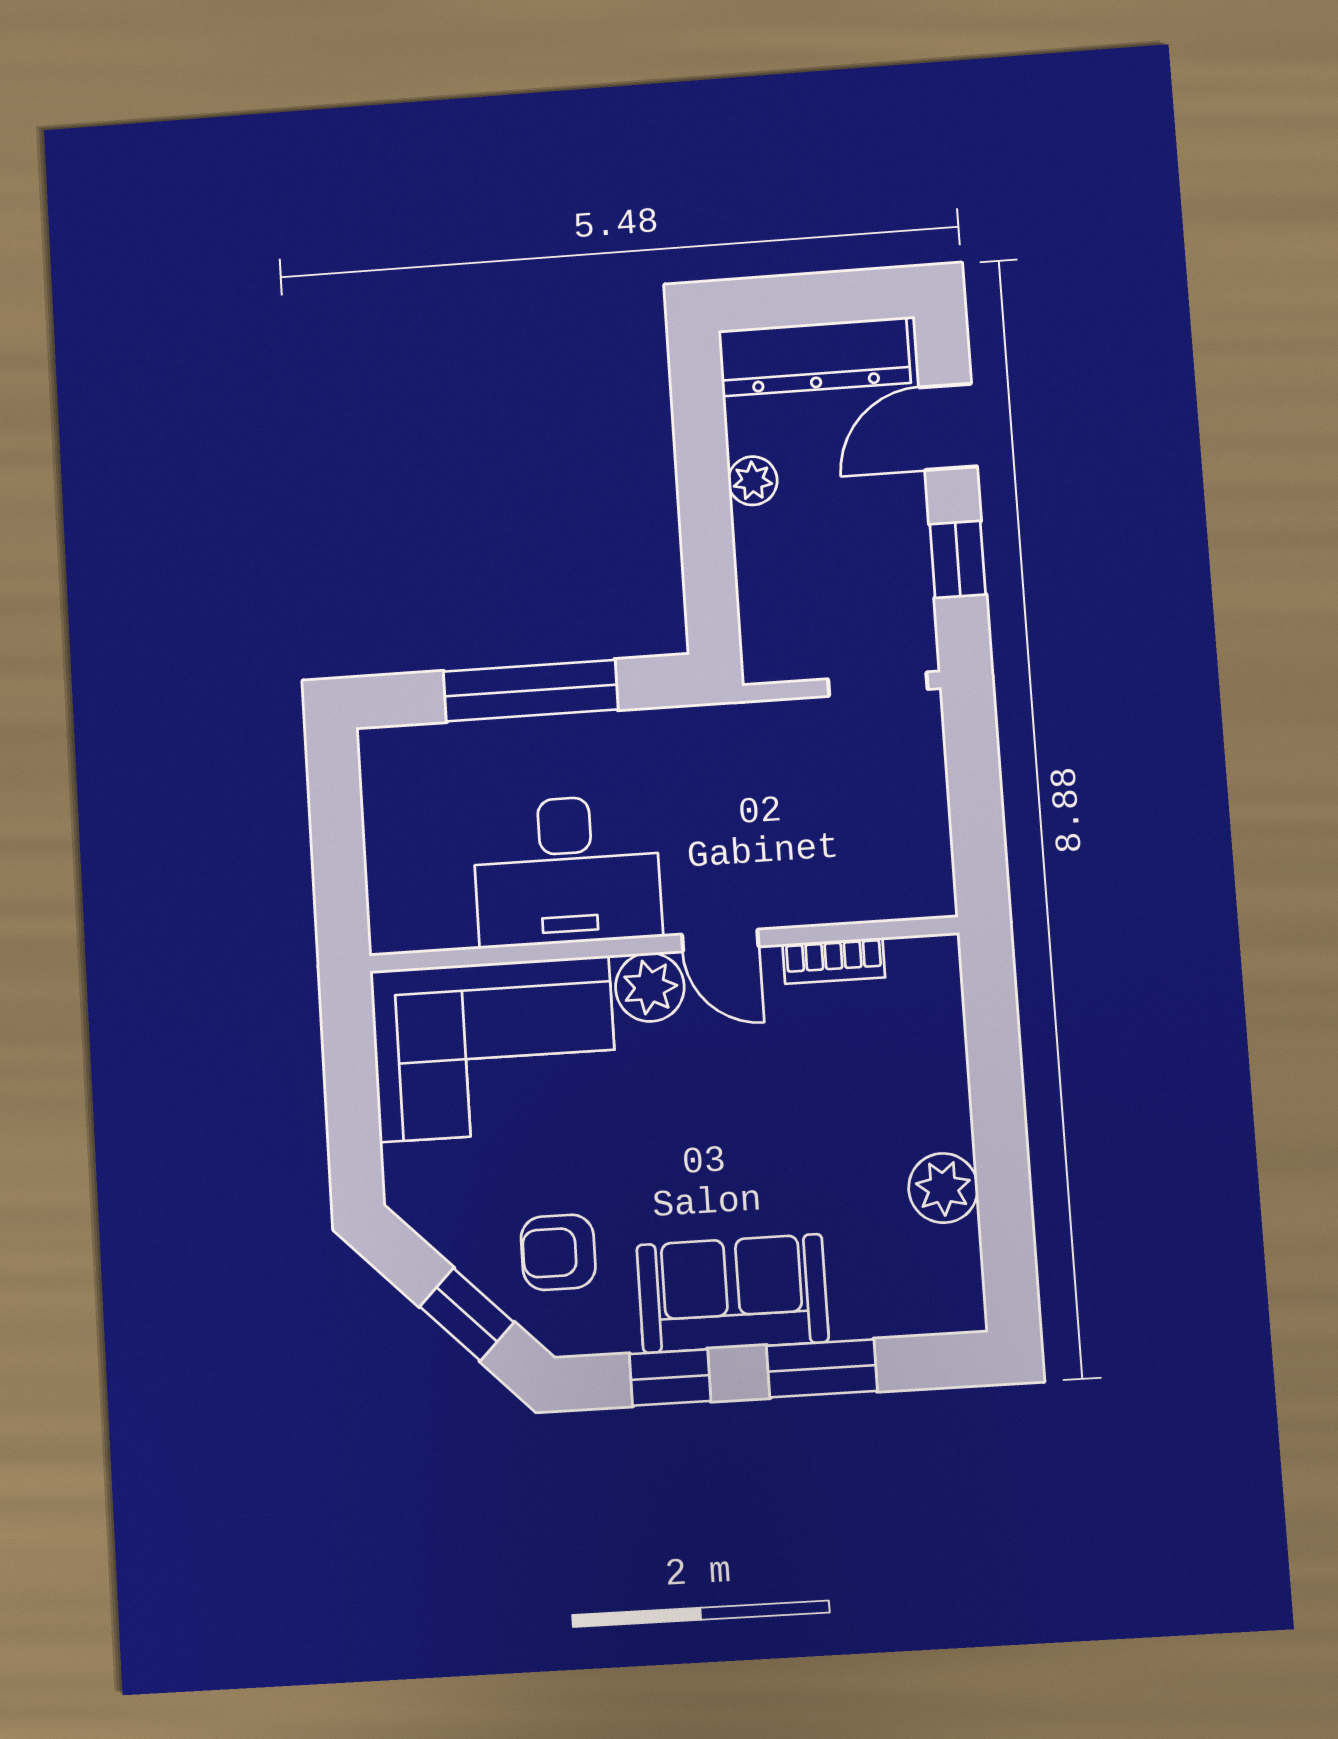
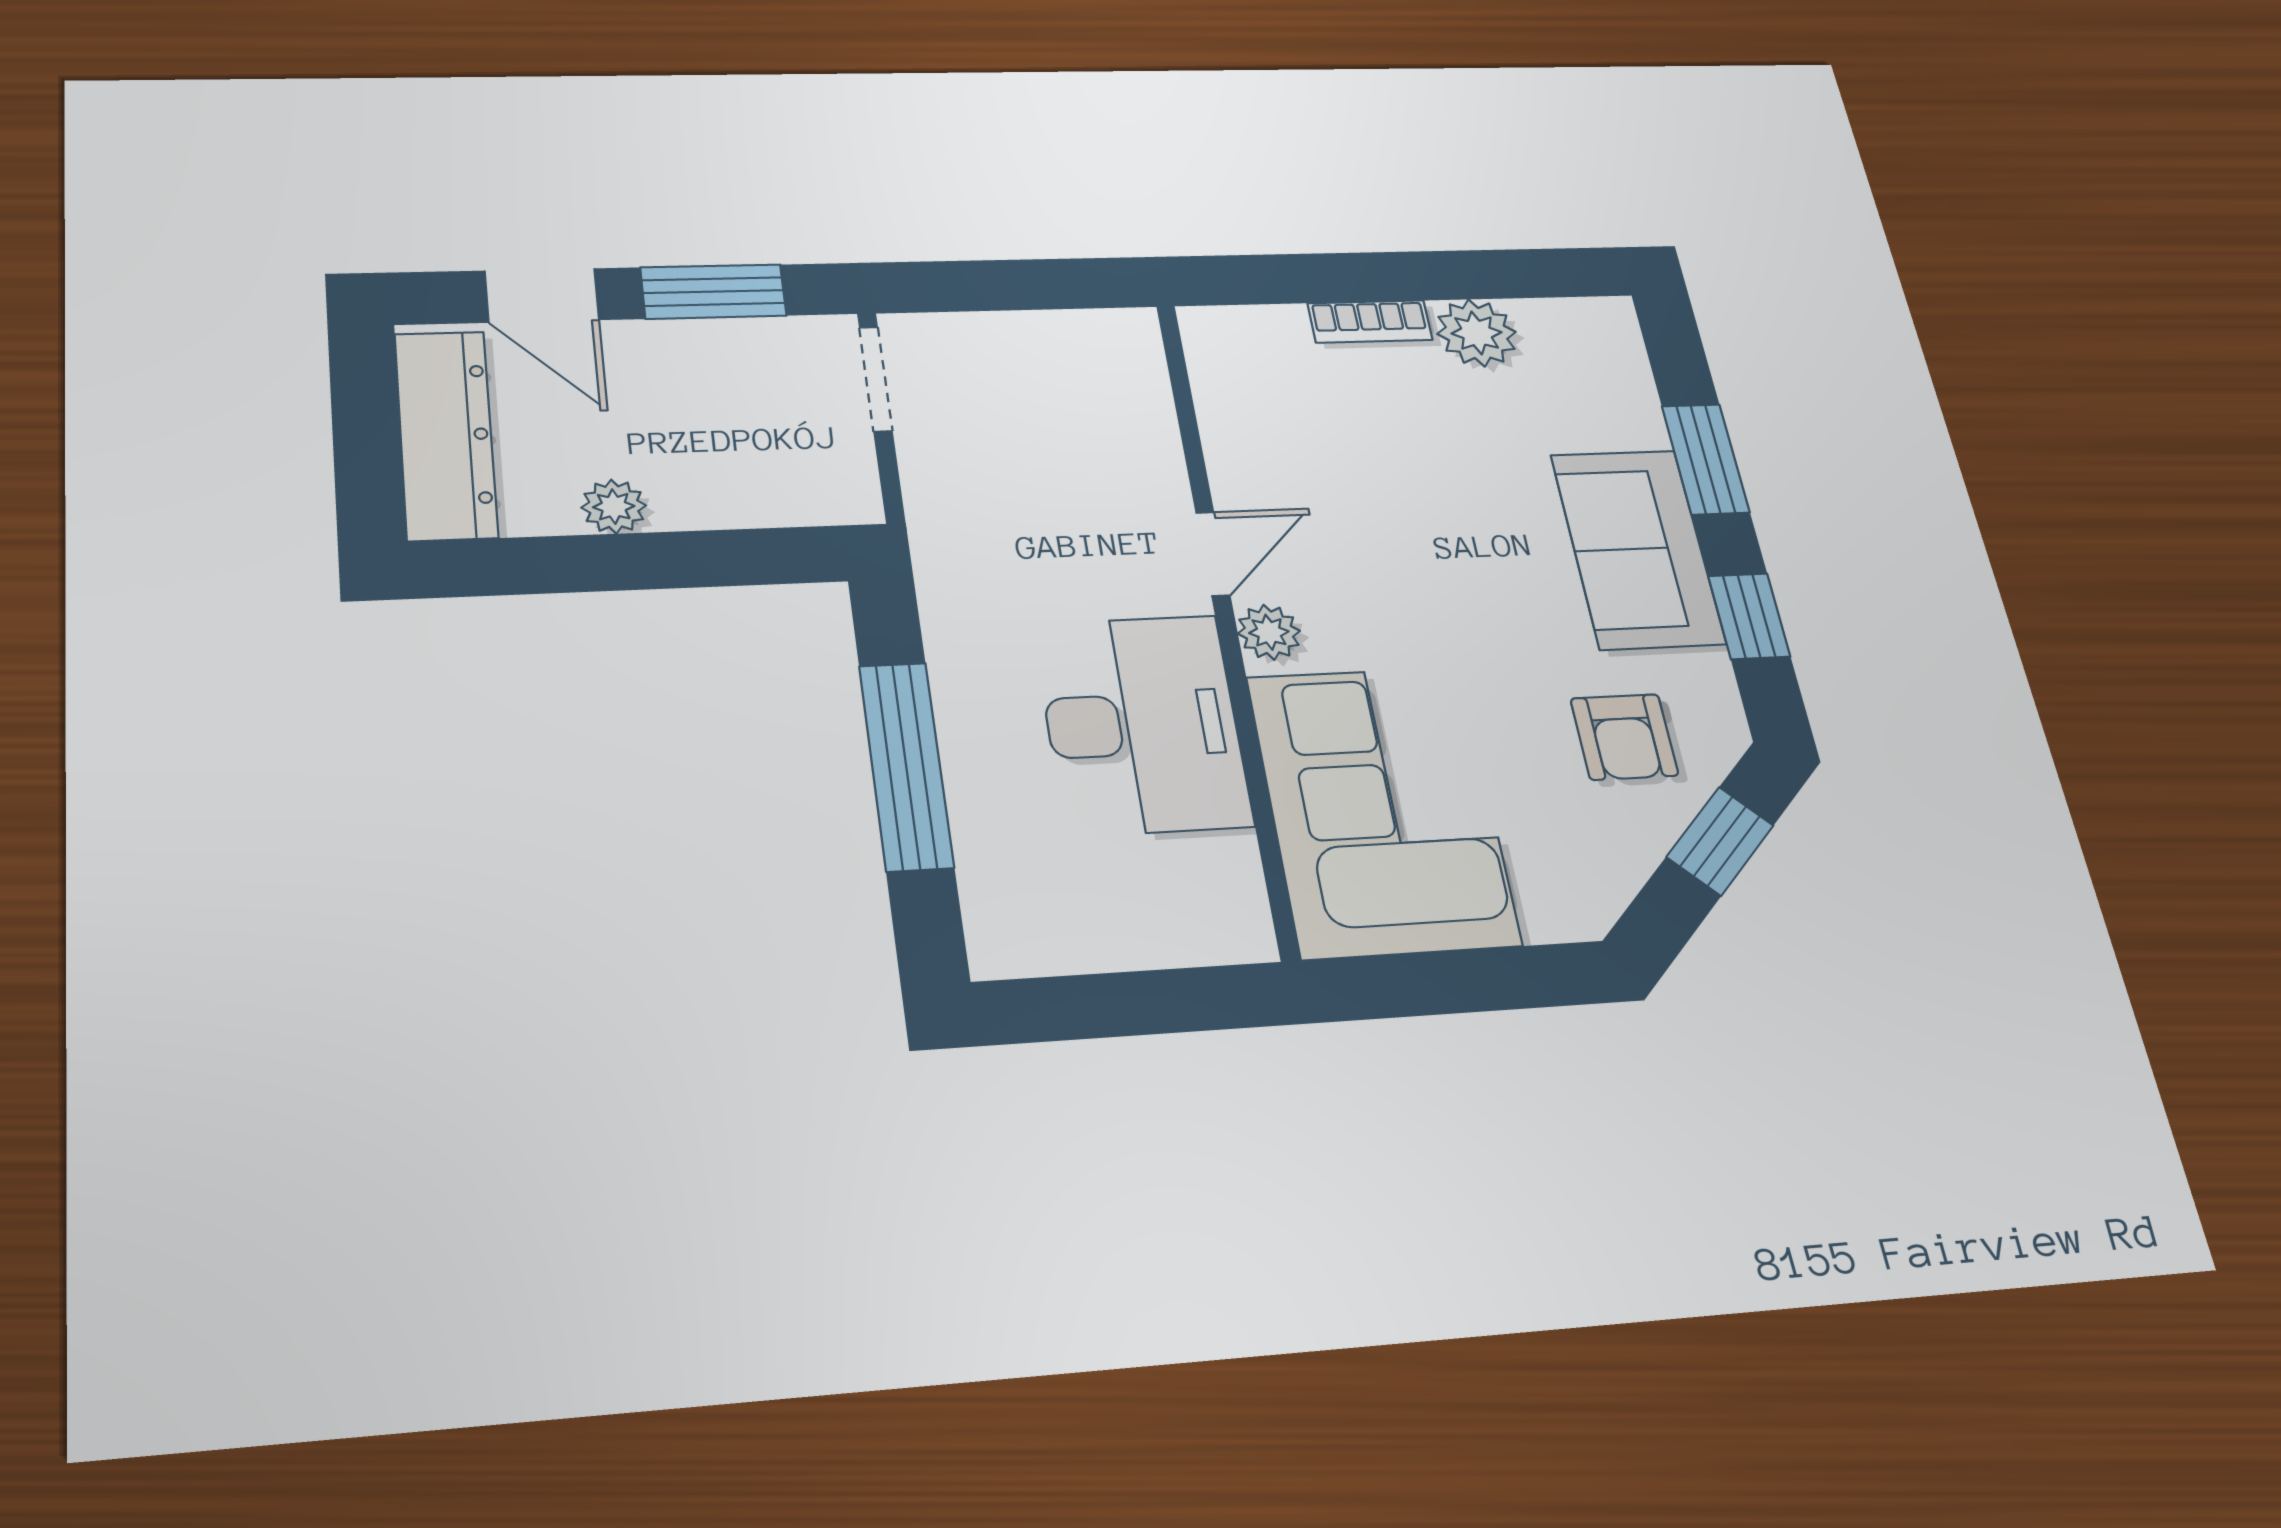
window: (958, 559) -> (713, 292), width x1.50
bookcase: (834, 961) -> (1370, 322), moved, turned 90
plant: (650, 987) -> (1269, 632), width x0.73, depth x0.73

